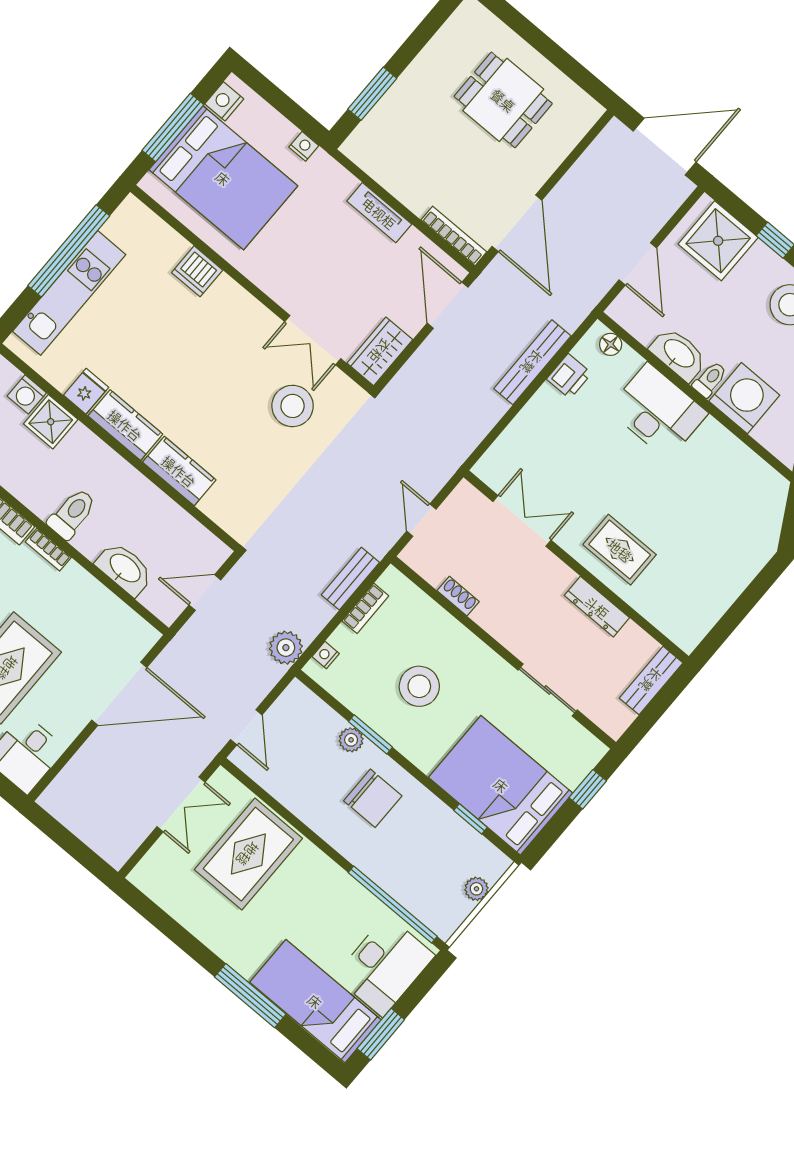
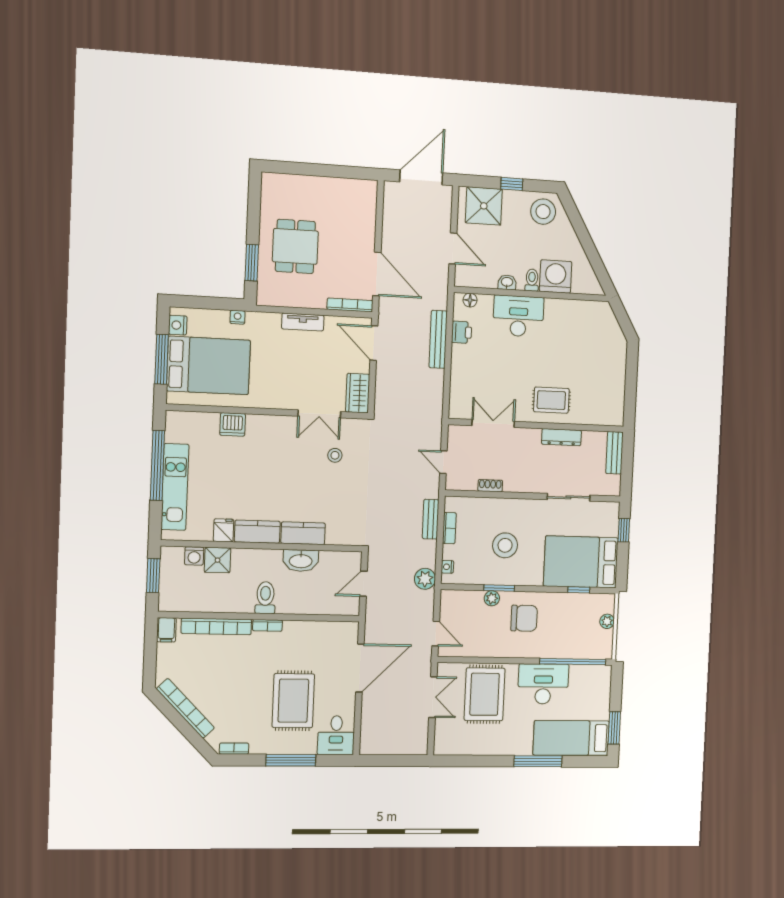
dining table: (503, 100) -> (295, 246), moved, turned 90
washbasin: (679, 354) -> (507, 282), width x0.52, depth x0.69
stool: (293, 406) -> (335, 455), width x0.53, depth x0.53
washbasin: (125, 569) -> (301, 561), moved, turned 180
desk: (385, 966) -> (543, 684), moved, turned -90

